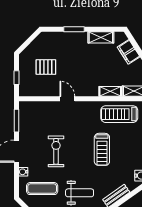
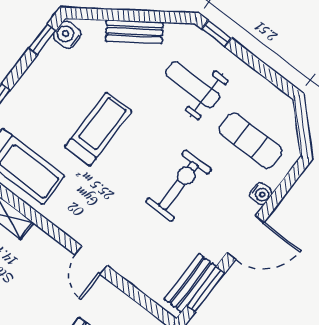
bench: (24, 119) -> (190, 283), added
exercise bike: (56, 151) -> (179, 186), turned 180

